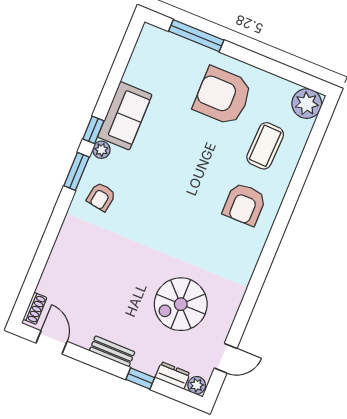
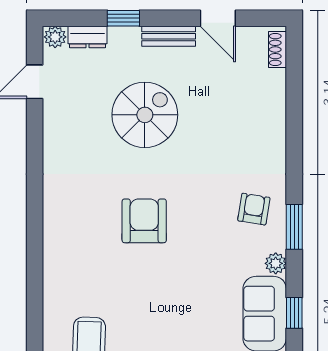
window: (93, 130) -> (294, 313), moved
armchair: (244, 204) -> (144, 221), moved
spiral stairs: (181, 304) -> (145, 115), moved
door: (52, 342) -> (218, 18), moved

